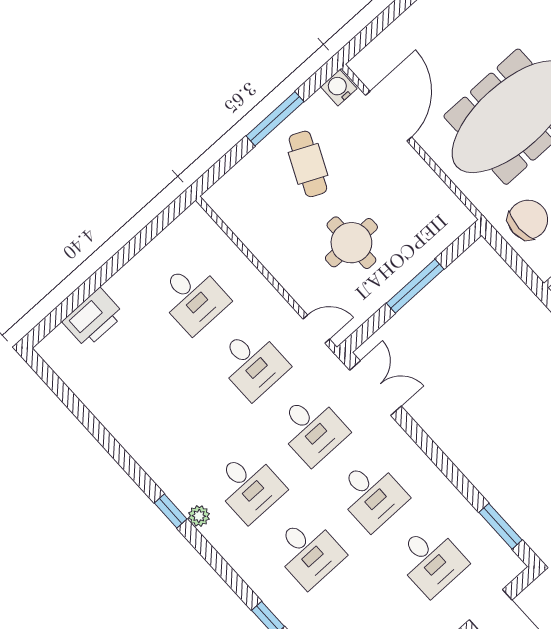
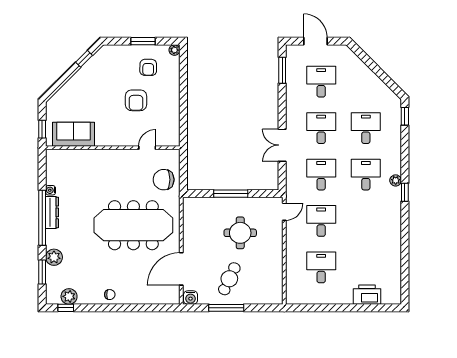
door: (316, 329) -> (284, 212), swing flipped
double door: (375, 388) -> (282, 145), moved

